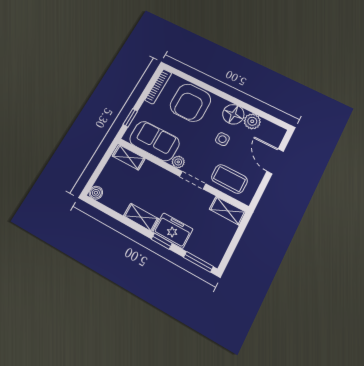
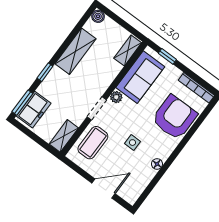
armchair: (190, 103) -> (174, 117), turned 90
floor lamp: (233, 114) -> (157, 164), width x0.53, depth x0.53
plant: (252, 121) -> (146, 174), removed
shelving: (141, 217) -> (75, 51), width x1.50, depth x1.33
freezer: (173, 231) -> (34, 110), moved

